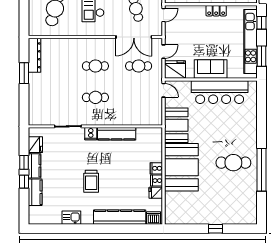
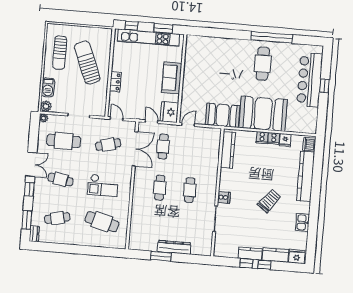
locker: (216, 11) -> (115, 82), moved
dresser: (35, 55) -> (174, 247), moved
bar counter: (220, 92) -> (310, 80), moved, turned 180
kitchen counter: (117, 134) -> (228, 150), moved
fridge: (35, 145) -> (297, 257), moved
trolley: (91, 181) -> (269, 201), turned -52

